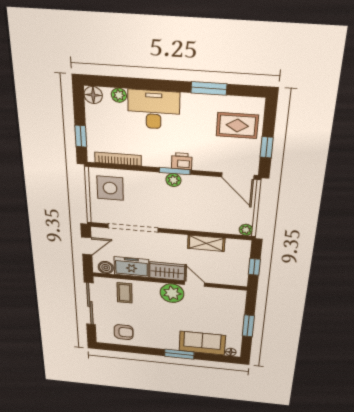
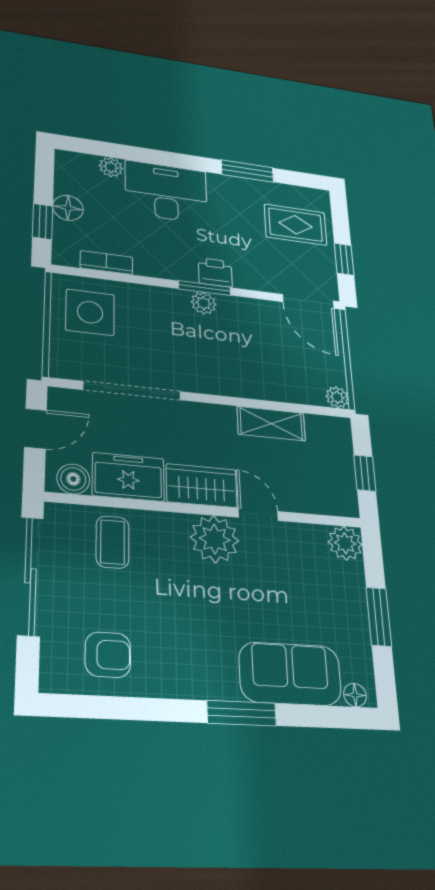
floor lamp: (93, 95) -> (68, 208), moved
bookcase: (118, 159) -> (106, 263), width x0.64
plant: (237, 297) -> (345, 543), added

